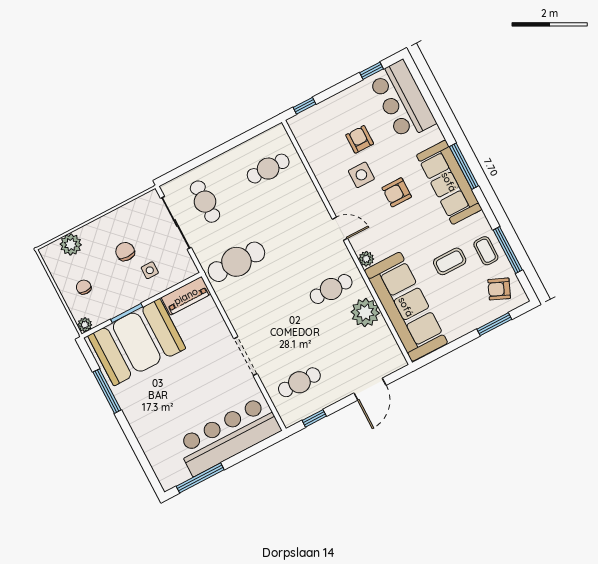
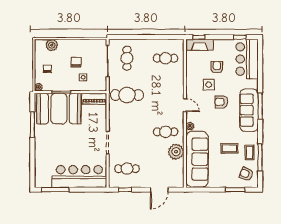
fireplace: (312, 118) -> (200, 45), added

